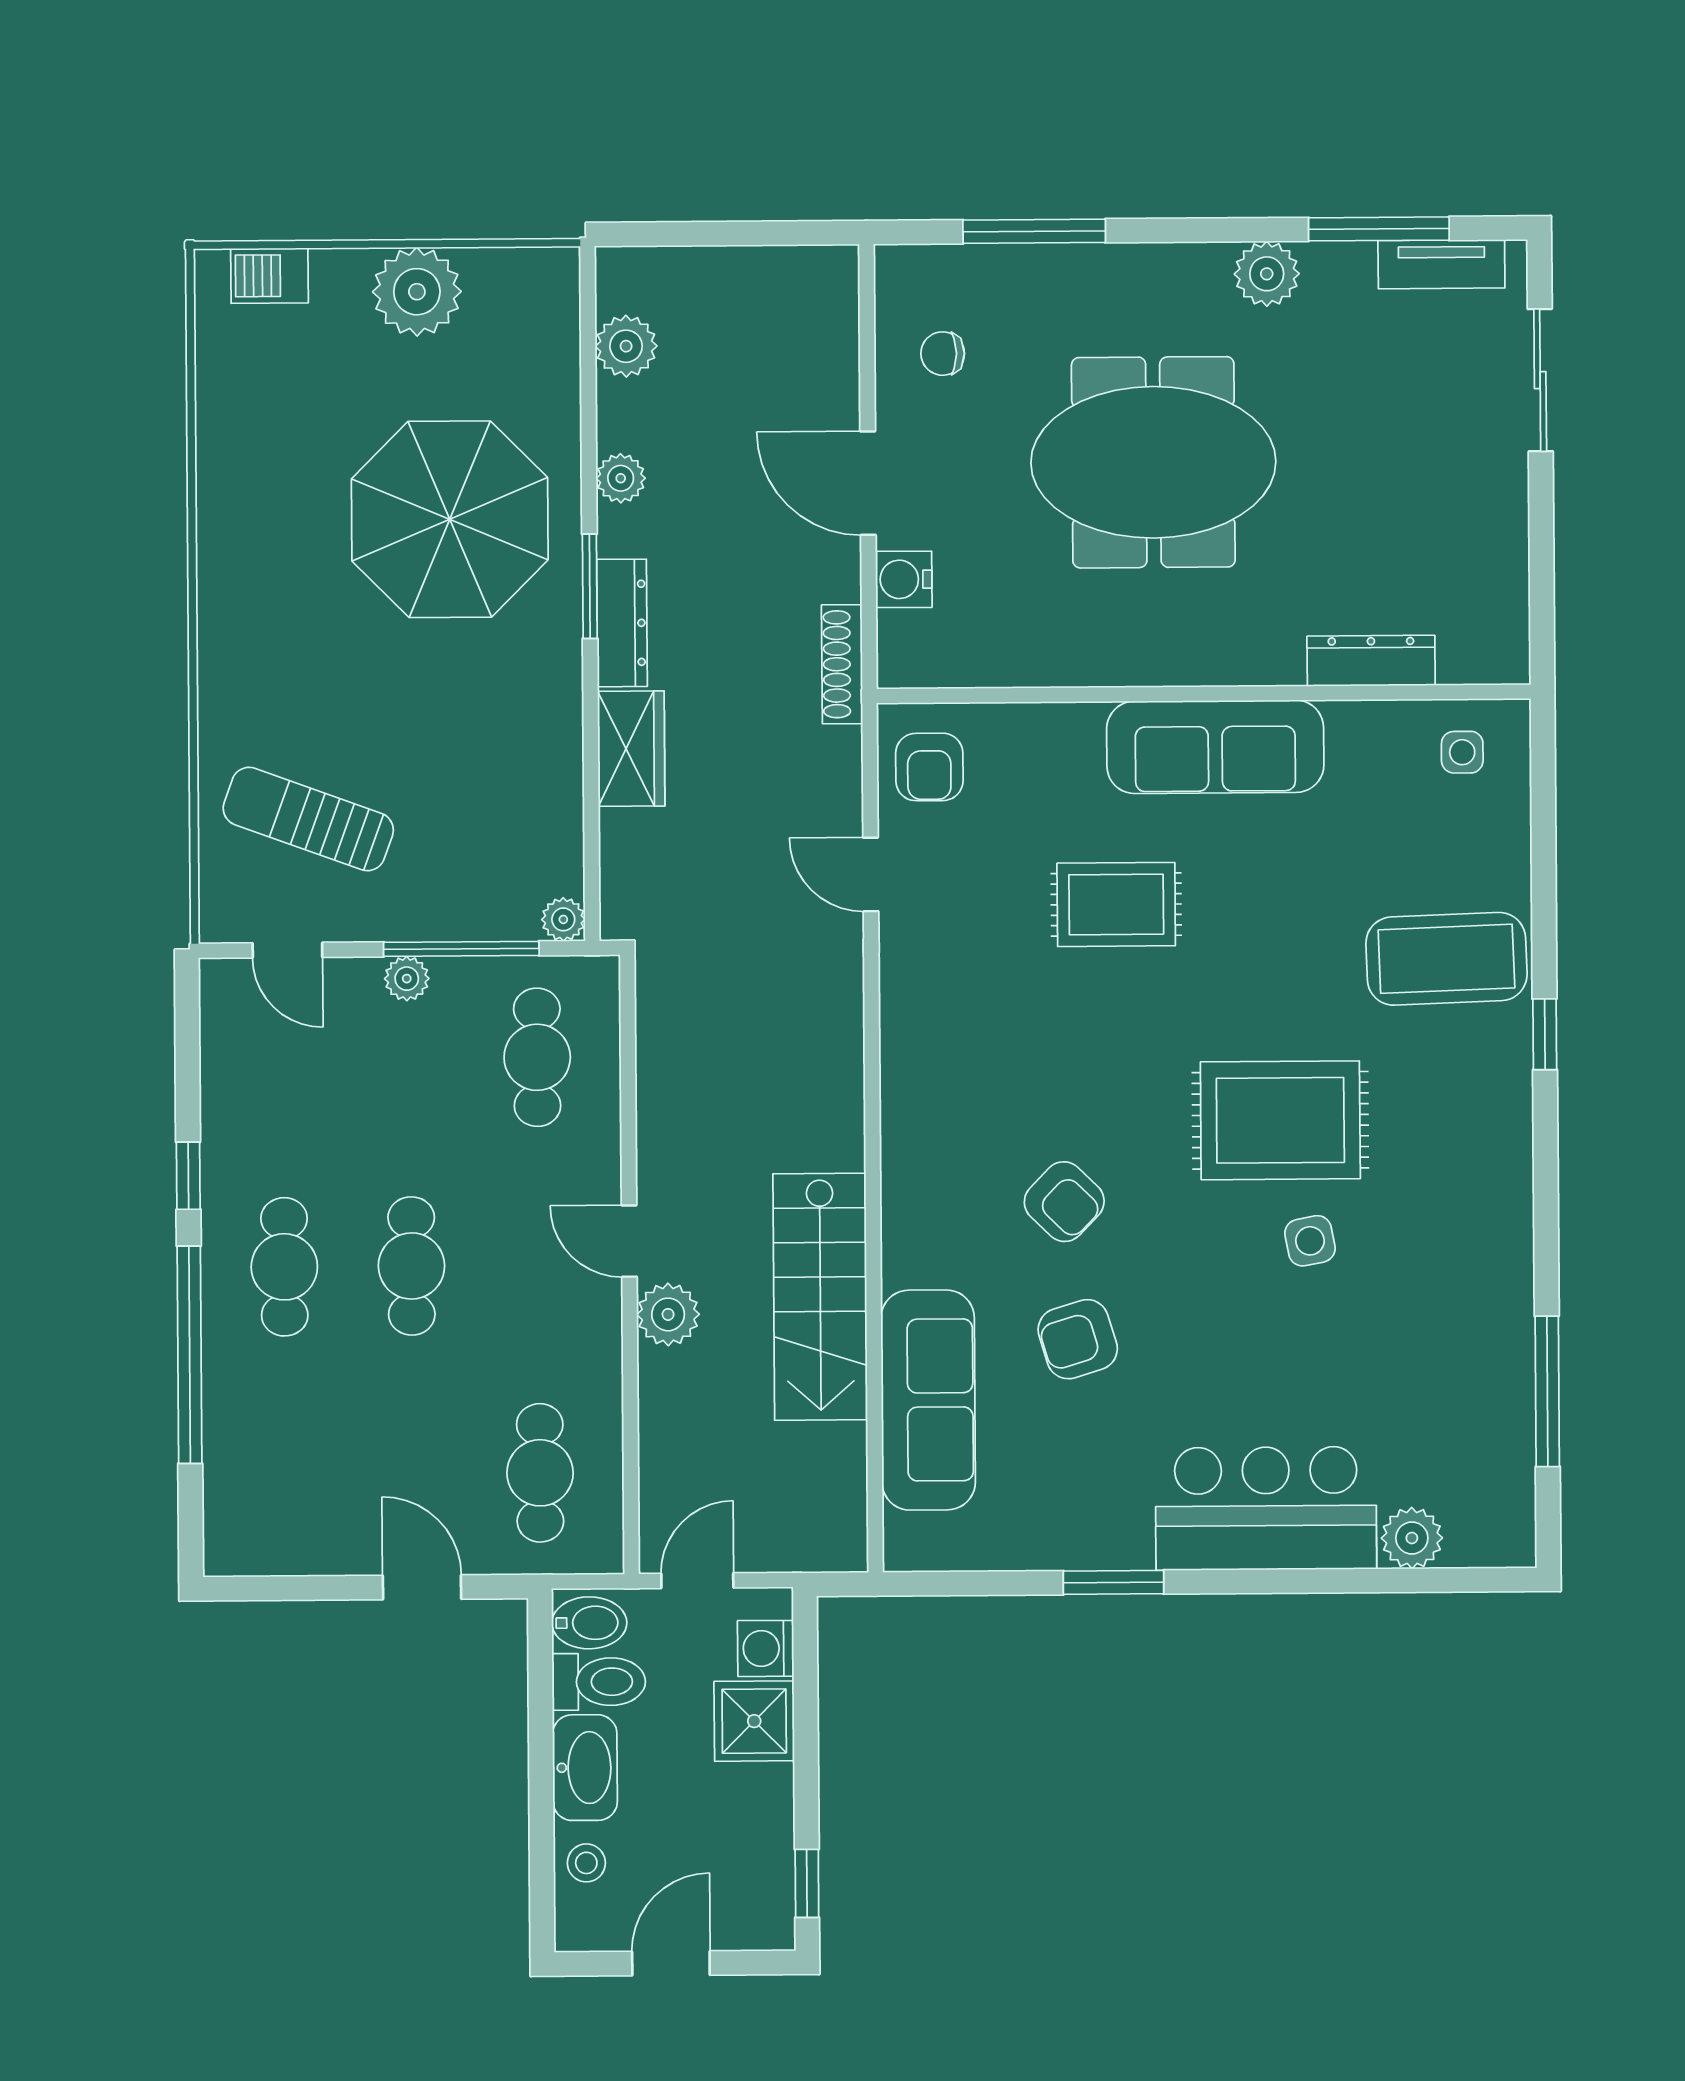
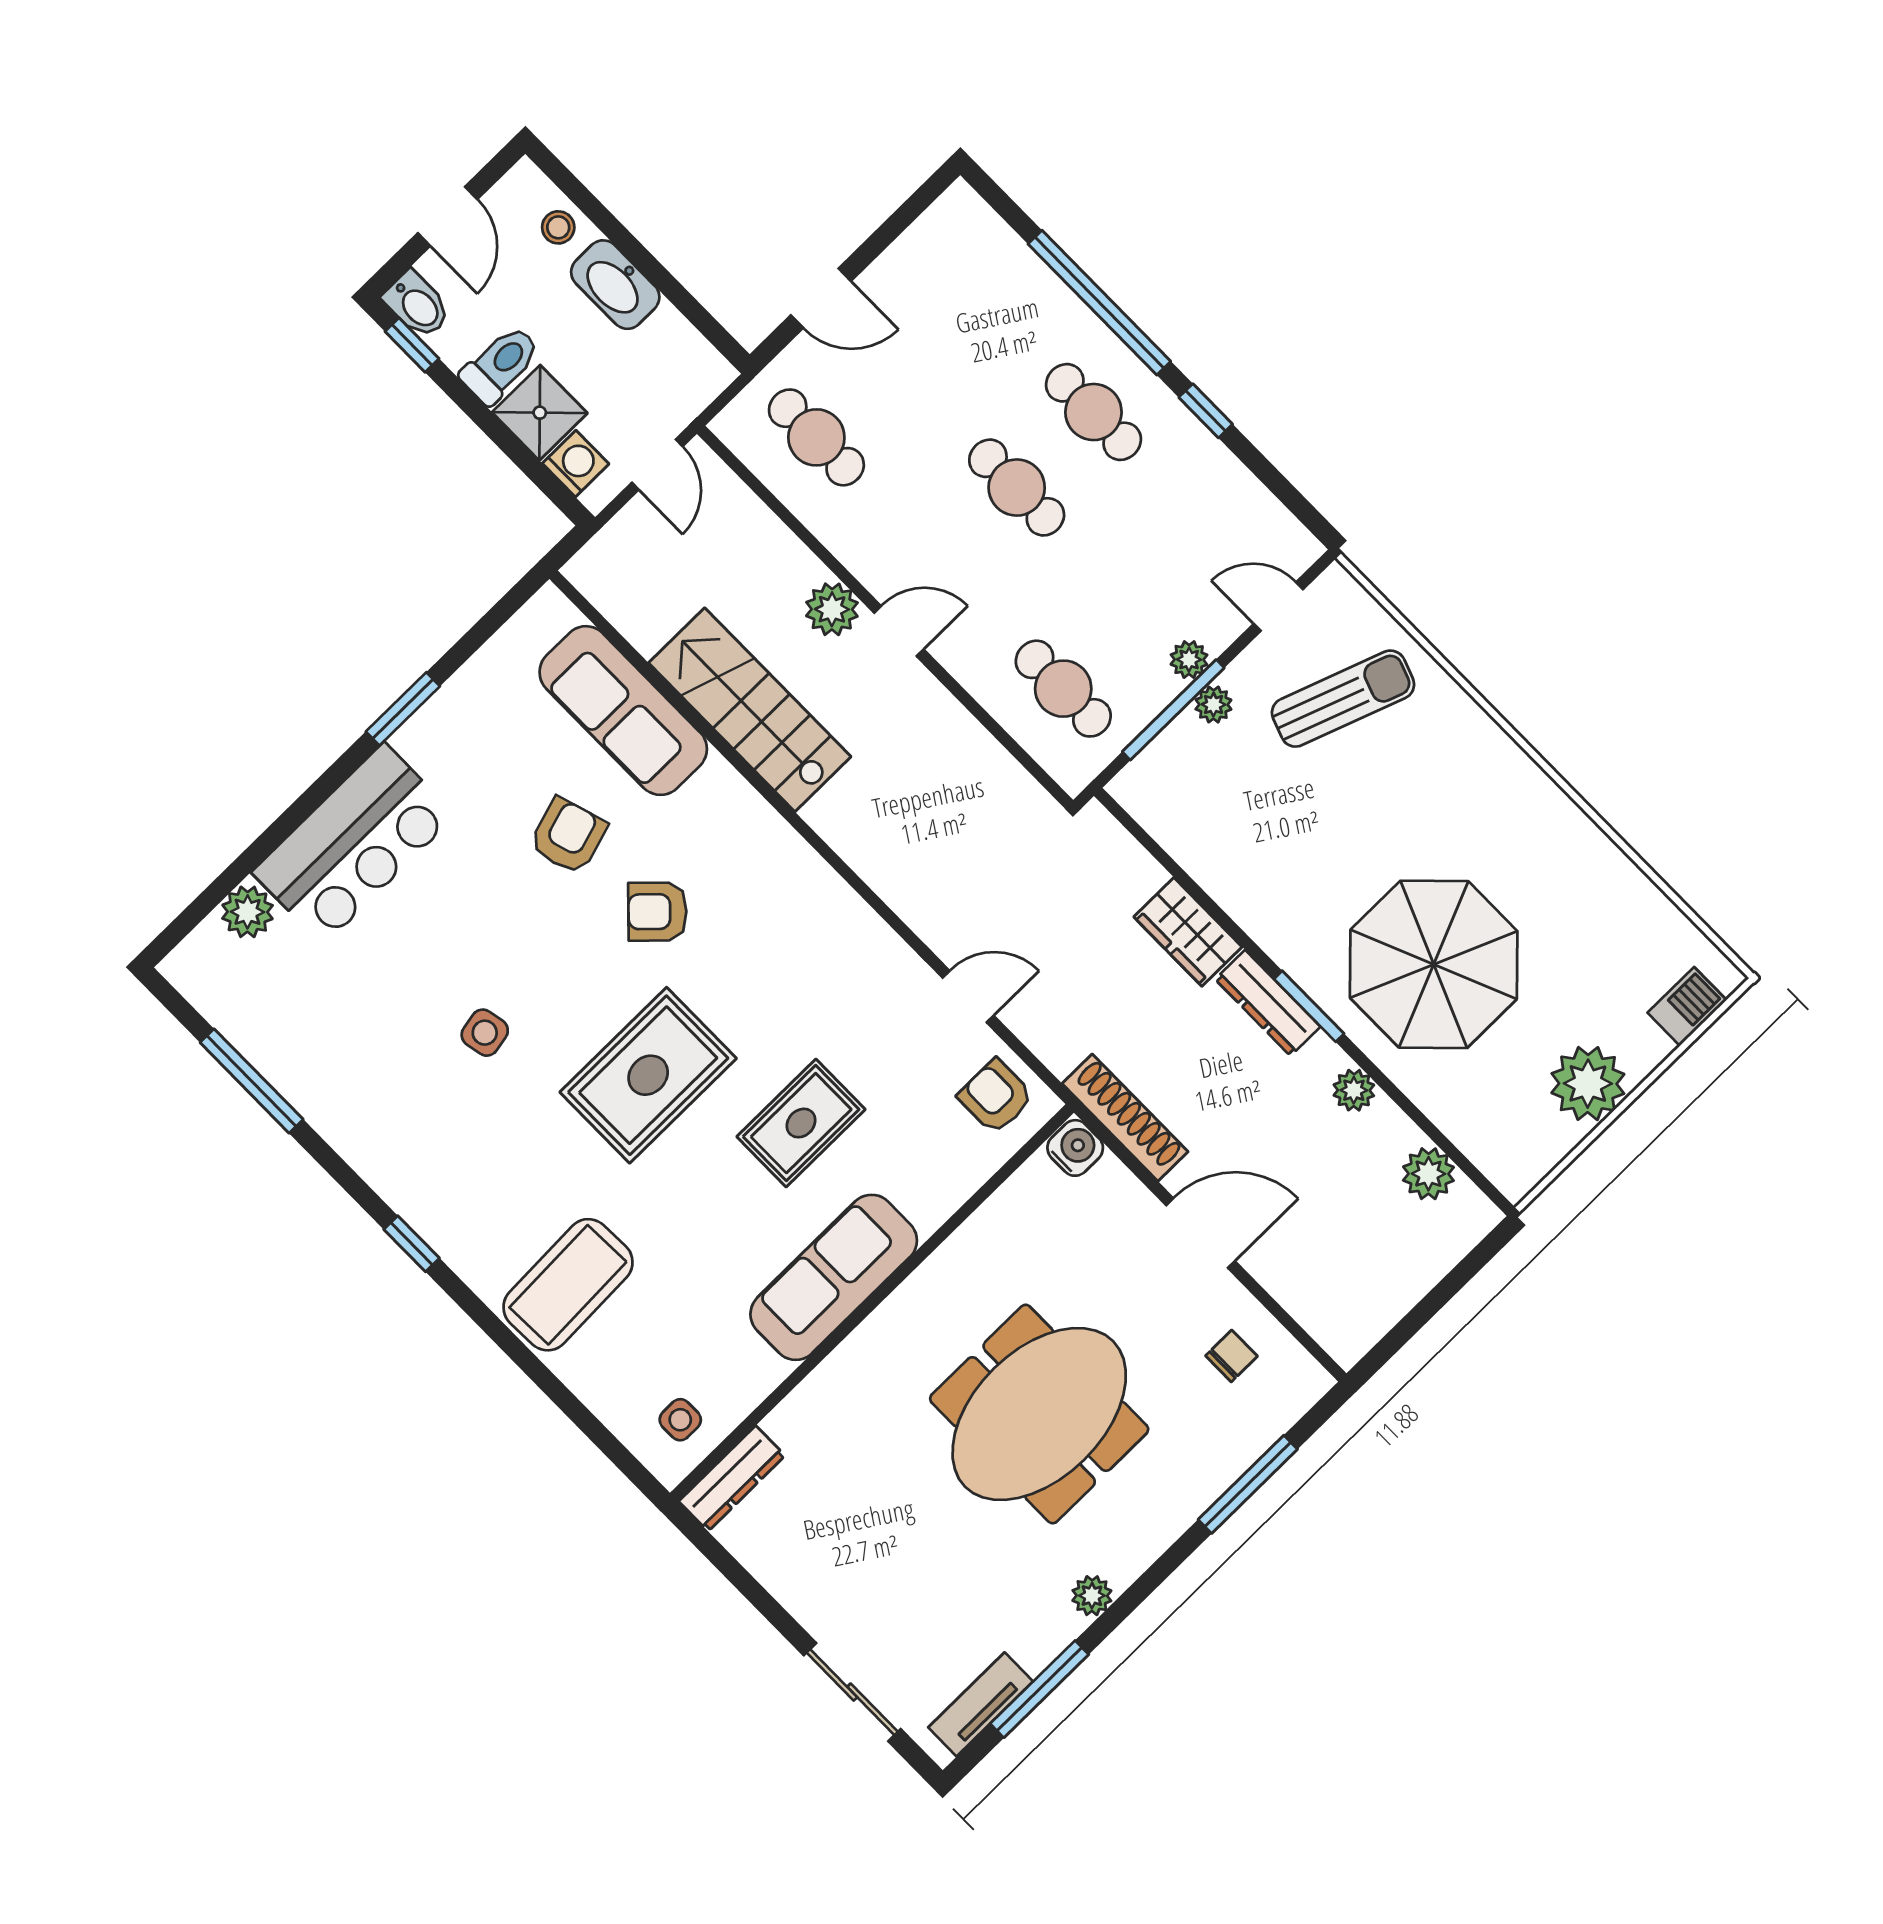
plant: (1267, 274) -> (1092, 1596), width x0.73, depth x0.73
water cooler: (904, 579) -> (1075, 1148), moved
dresser: (1371, 661) -> (732, 1478), moved
shoe rack: (842, 664) -> (1125, 1118), width x1.36, depth x1.24
plant: (563, 919) -> (1213, 705), moved
window: (1545, 1034) -> (412, 1244), moved
rug: (1280, 1120) -> (648, 1075), moved
bidet: (589, 1623) -> (417, 305), moved, turned -90
toilet: (599, 1682) -> (500, 365), moved, turned 180

